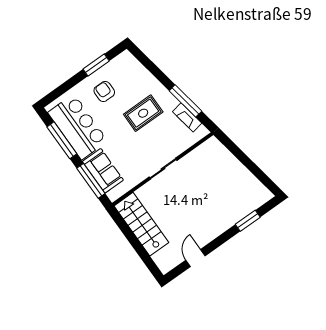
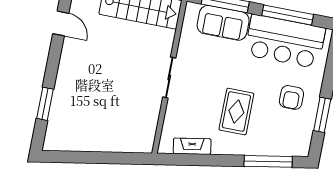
armchair: (104, 91) -> (291, 97), turned 90
window: (185, 101) -> (268, 161), moved

